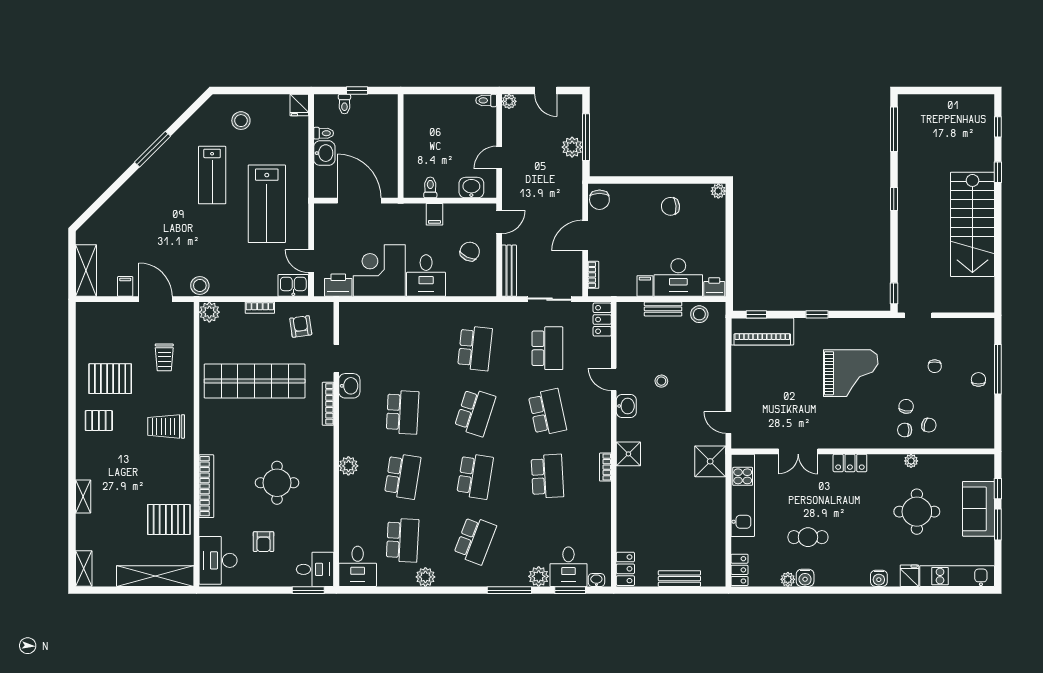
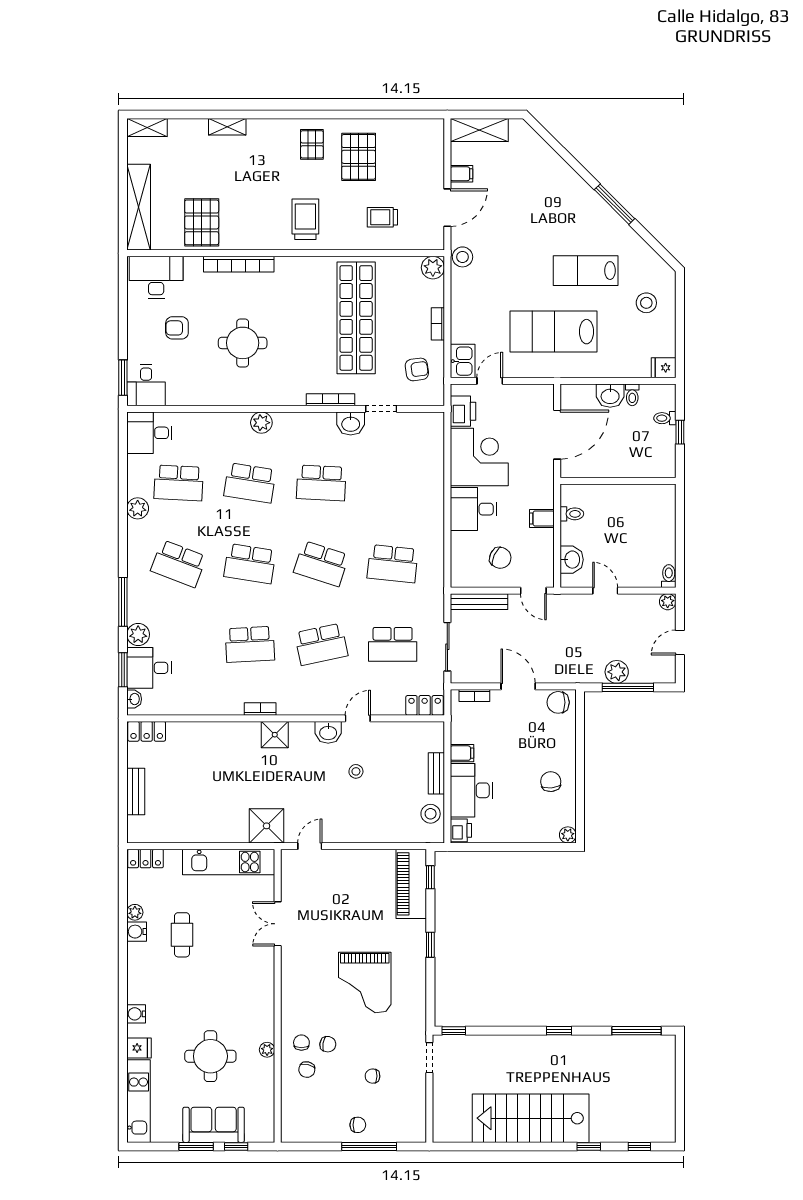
locker: (850, 463) -> (265, 982), removed

